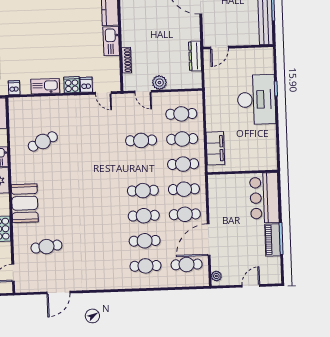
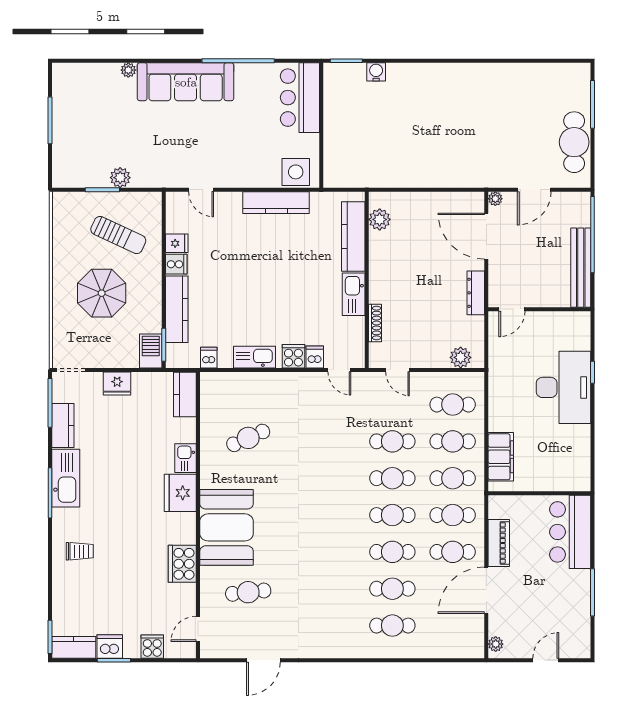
dresser: (195, 56) -> (476, 293), moved
plant: (159, 83) -> (461, 357), moved
booth: (25, 203) -> (226, 527), width x1.36, depth x1.42
piano: (273, 240) -> (499, 543), moved, turned 180
cafe table: (187, 264) -> (392, 478), moved

